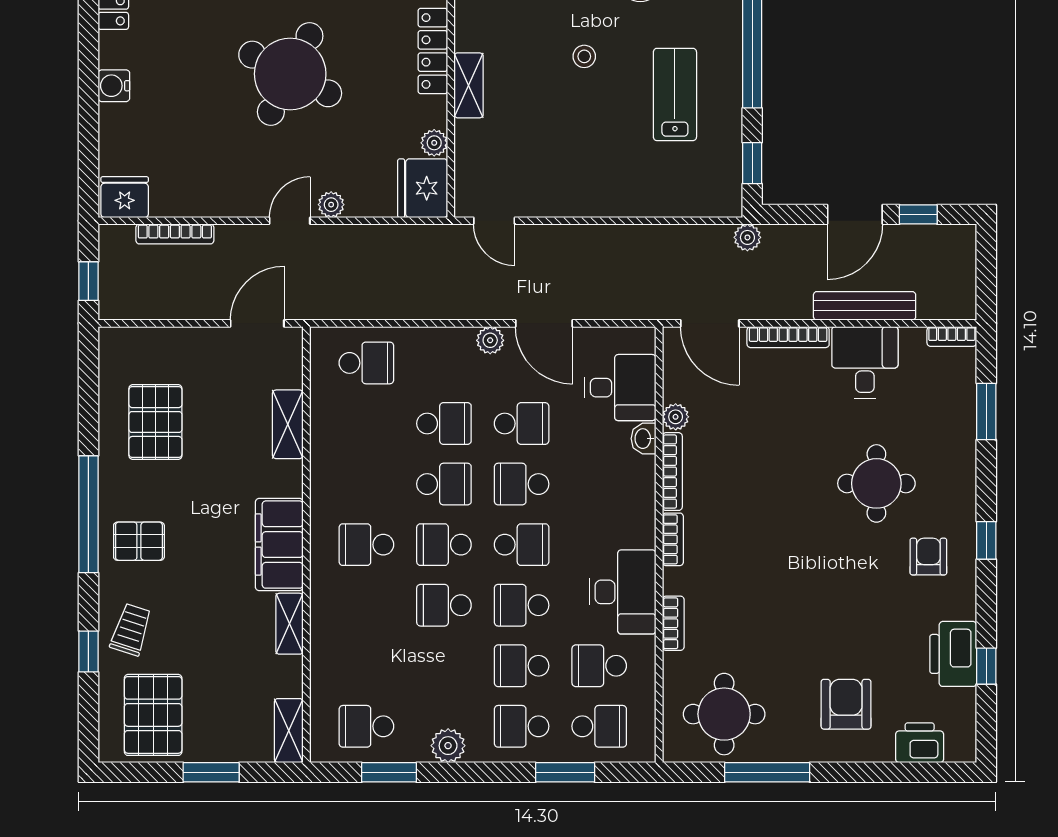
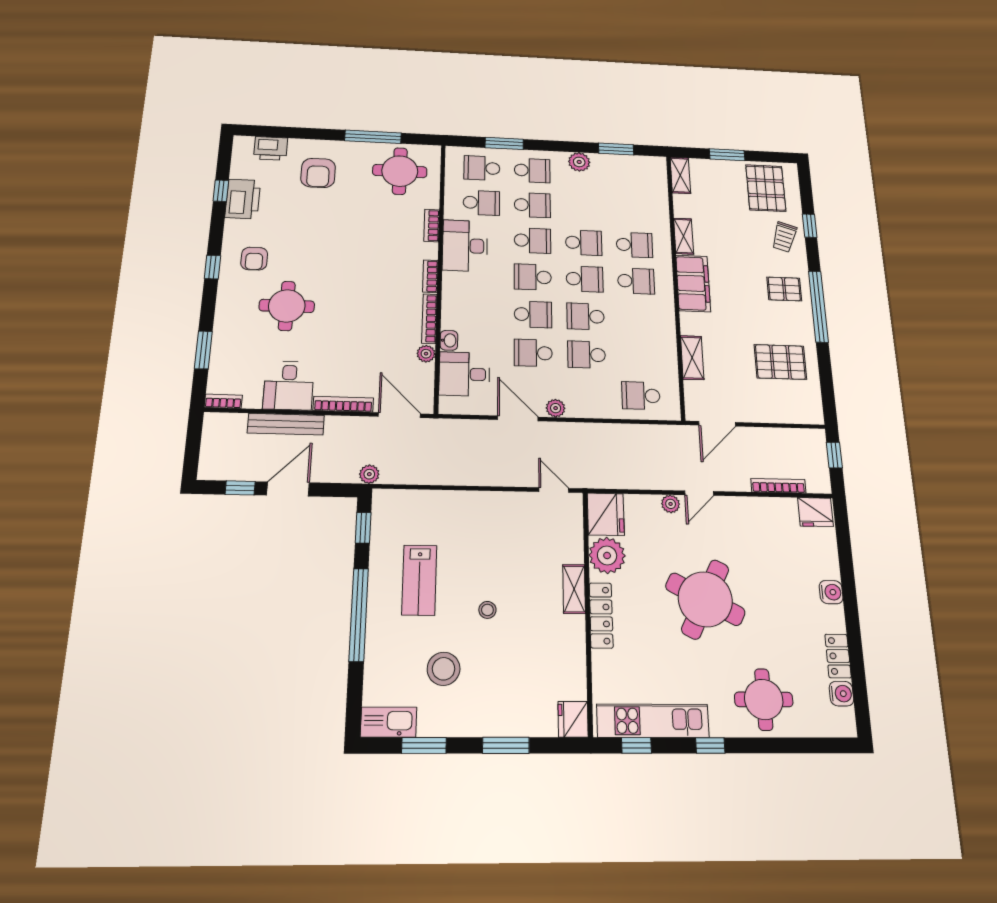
plant: (434, 143) -> (607, 555), width x1.87, depth x1.87
pallet: (155, 422) -> (780, 362), turned 90
school desk: (366, 726) -> (634, 245), moved

